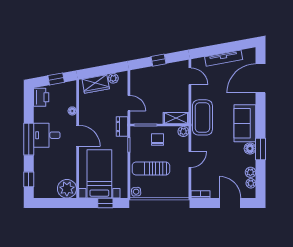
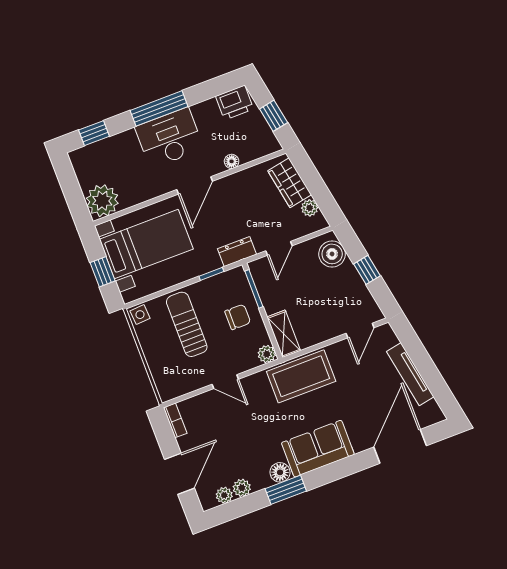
boiler: (143, 76) -> (332, 254), added
door: (261, 78) -> (400, 446), hinge flipped
desk: (47, 135) -> (169, 138), width x1.37

